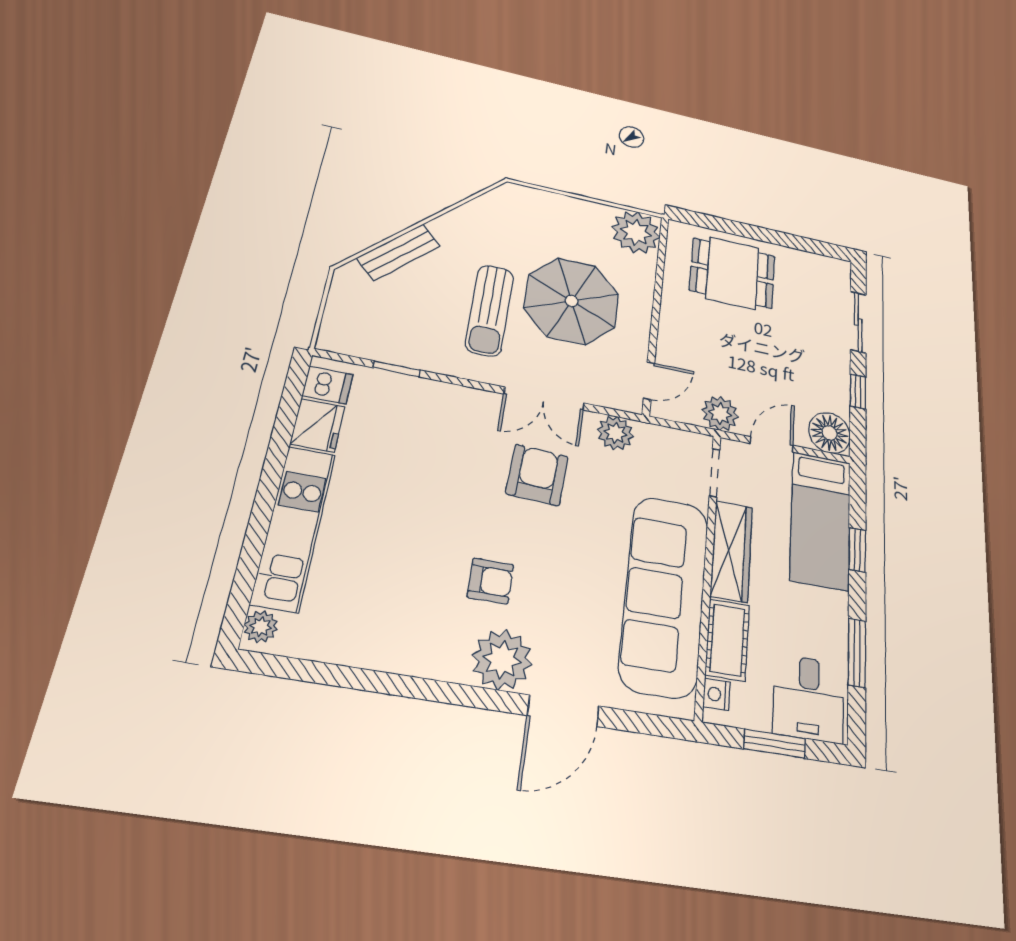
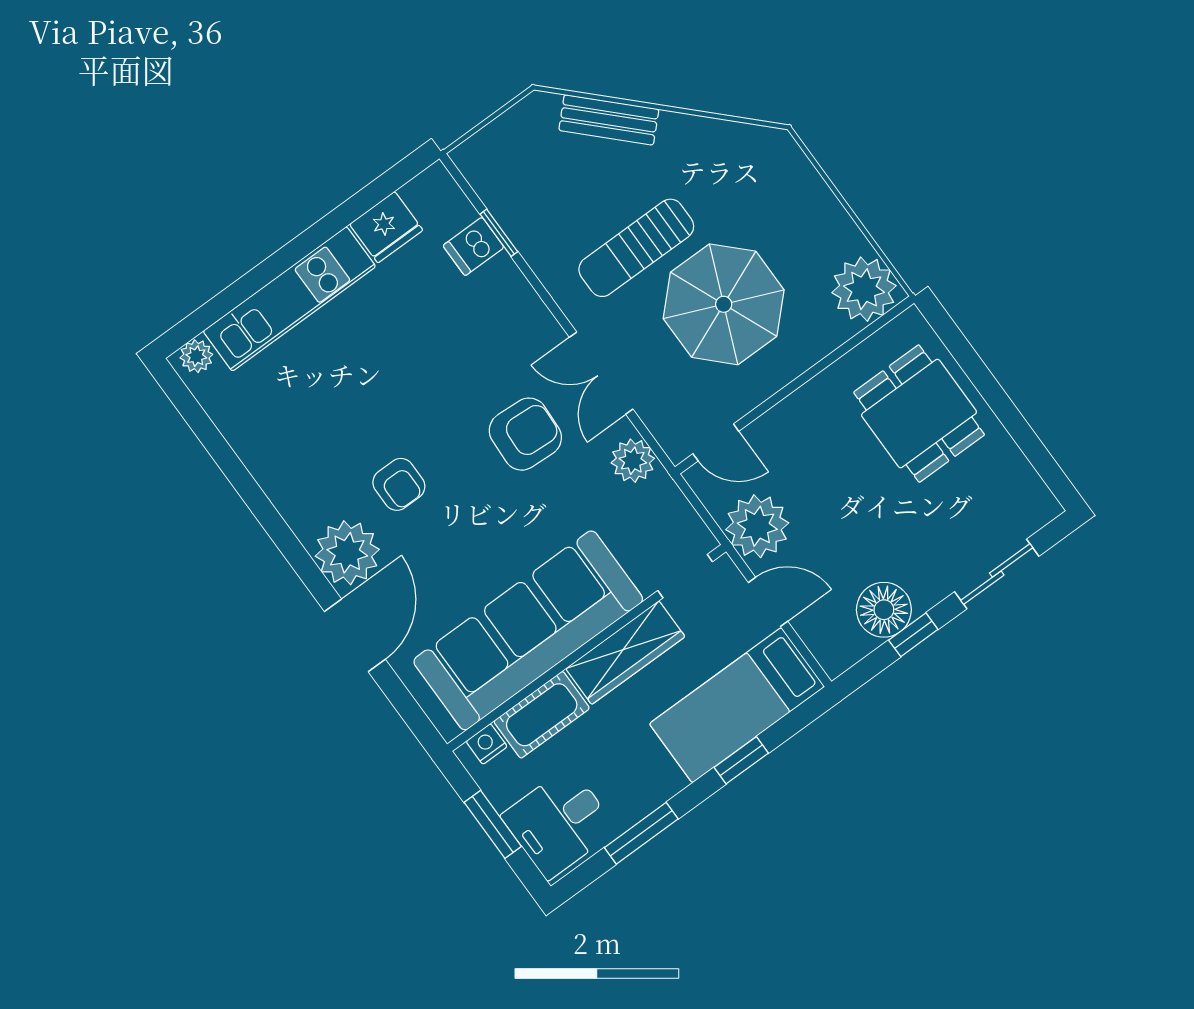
dishwasher: (328, 385) -> (473, 246), moved, turned 90
plant: (720, 413) -> (757, 526), width x1.36, depth x1.36
floor lamp: (829, 433) -> (884, 610), moved
door: (563, 711) -> (355, 635), swing flipped

